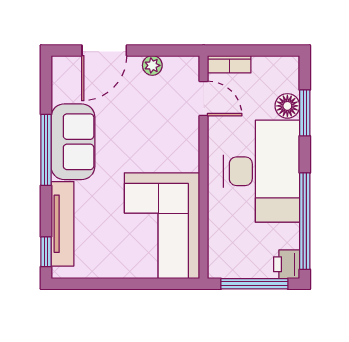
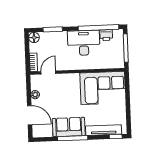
floor lamp: (287, 106) -> (34, 38), moved
desk: (261, 171) -> (84, 43), width x0.73, depth x0.77
printer: (287, 264) -> (106, 35), moved

